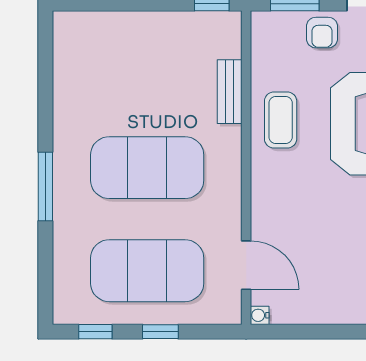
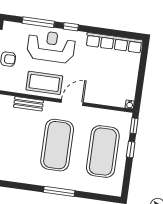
coffee table: (281, 120) -> (44, 83), width x1.36, depth x1.32
door: (246, 265) -> (72, 102), moved
window: (95, 332) -> (134, 126), moved

